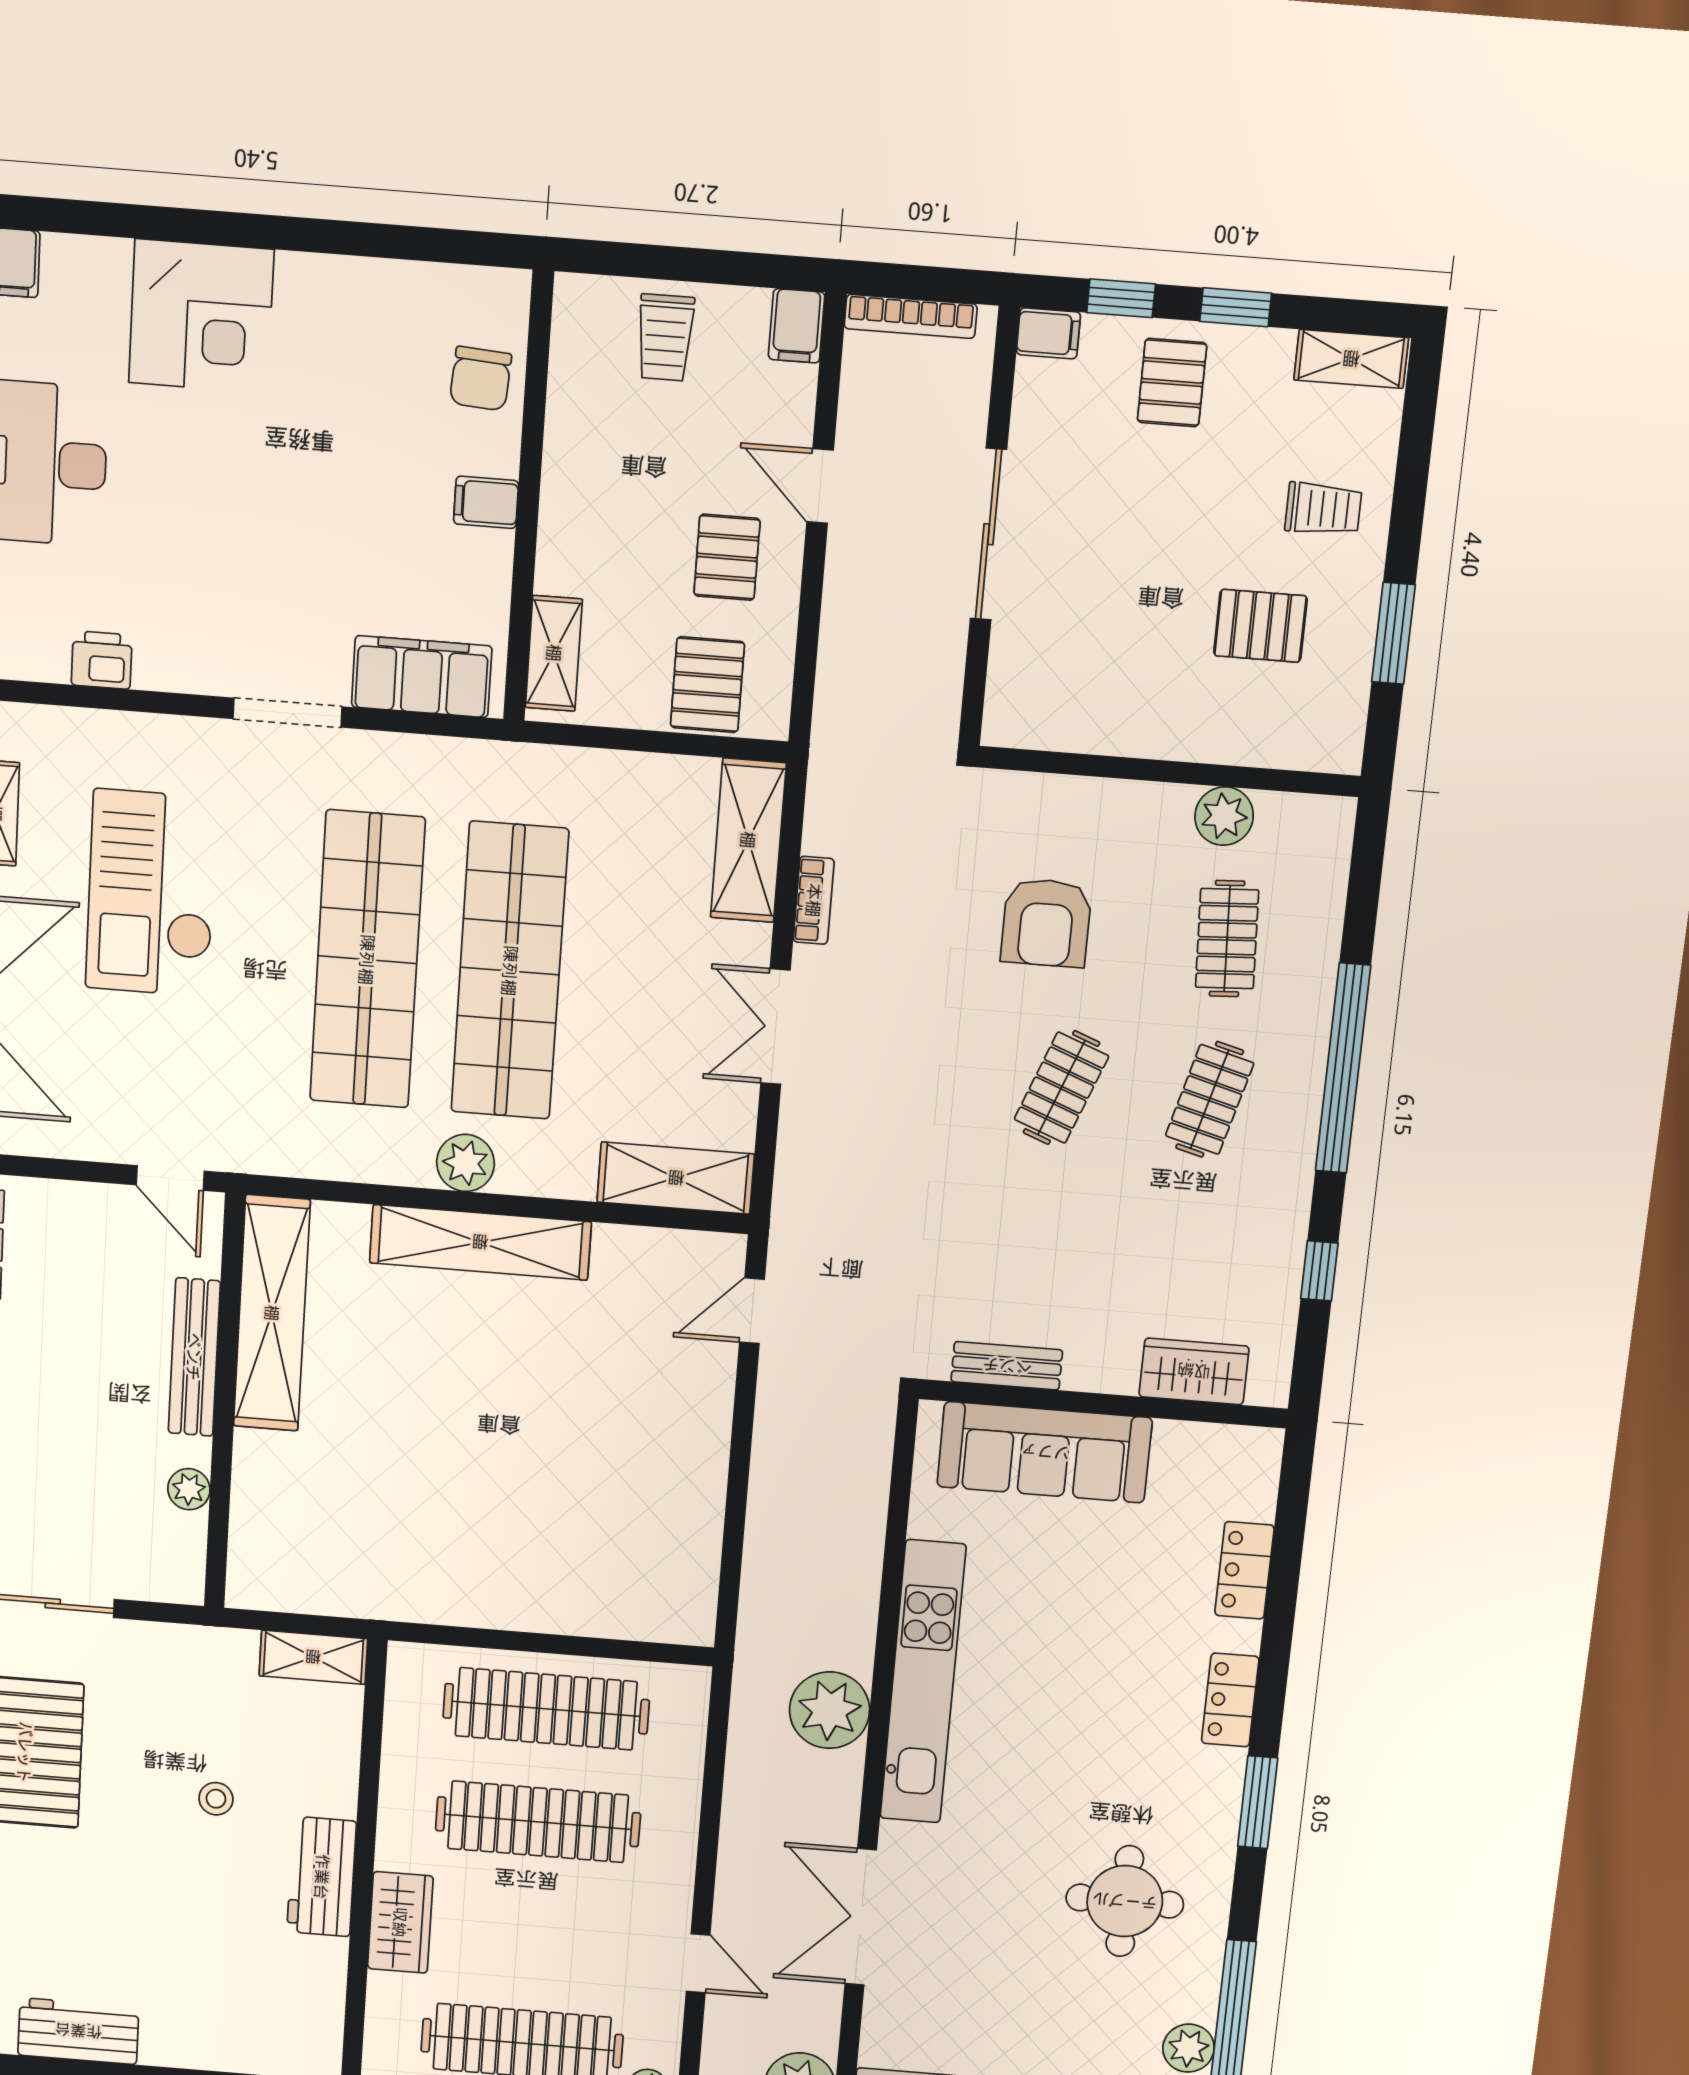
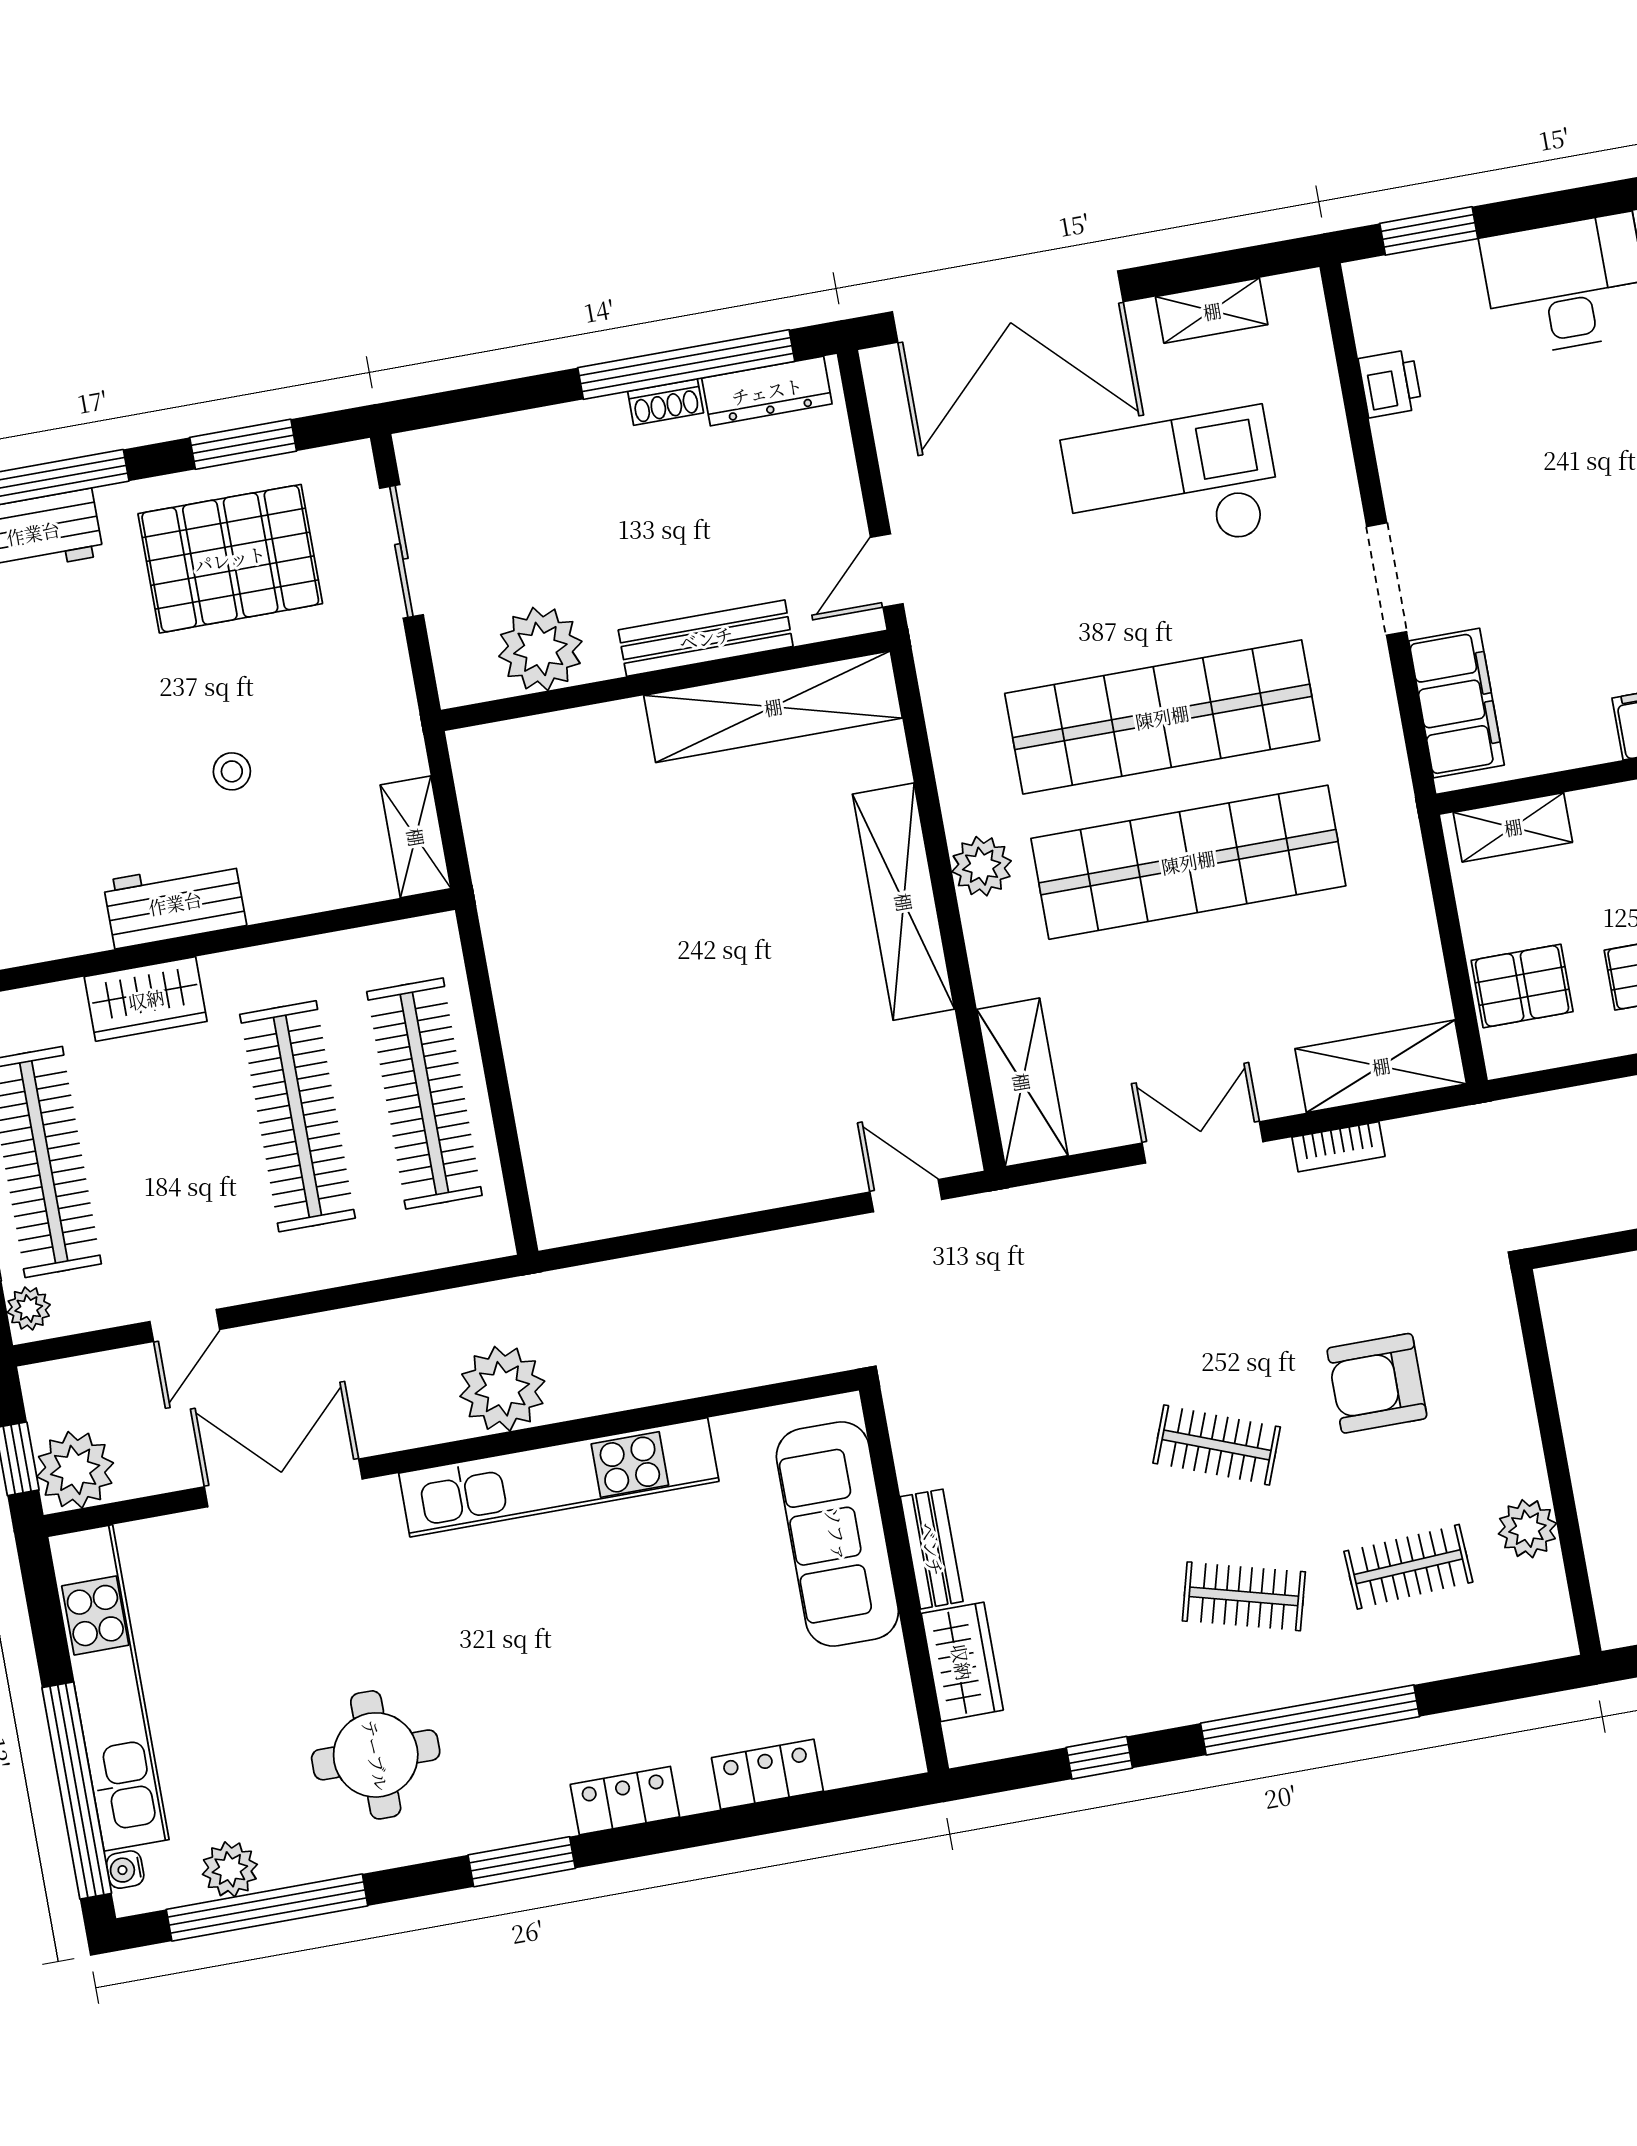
bench: (1007, 1366) -> (932, 1549), moved
plant: (189, 1489) -> (540, 649), width x1.87, depth x1.87

